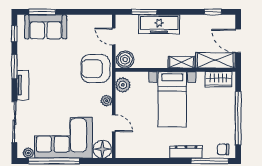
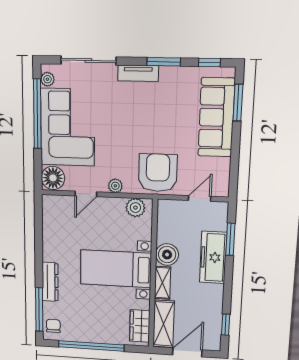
sofa: (46, 27) -> (216, 117), width x1.36
boiler: (125, 60) -> (167, 255), moved

